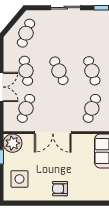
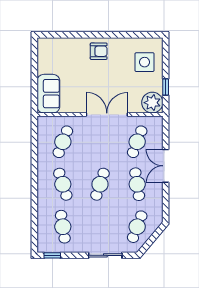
sliding door: (66, 8) -> (105, 255), moved
cafe table: (92, 33) -> (63, 227), added
cafe table: (59, 71) -> (100, 184), turned 42

